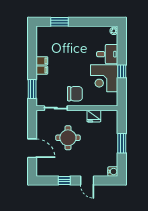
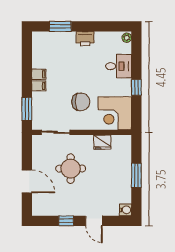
printer: (80, 32) -> (85, 39), added
corner desk: (104, 78) -> (115, 113), moved
chair: (75, 94) -> (81, 102), moved

